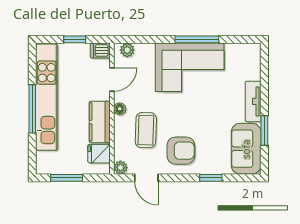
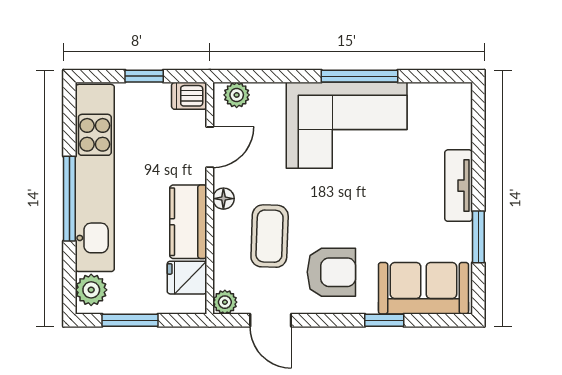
sofa: (246, 149) -> (423, 288), moved, turned 90
plant: (45, 161) -> (91, 290), added

